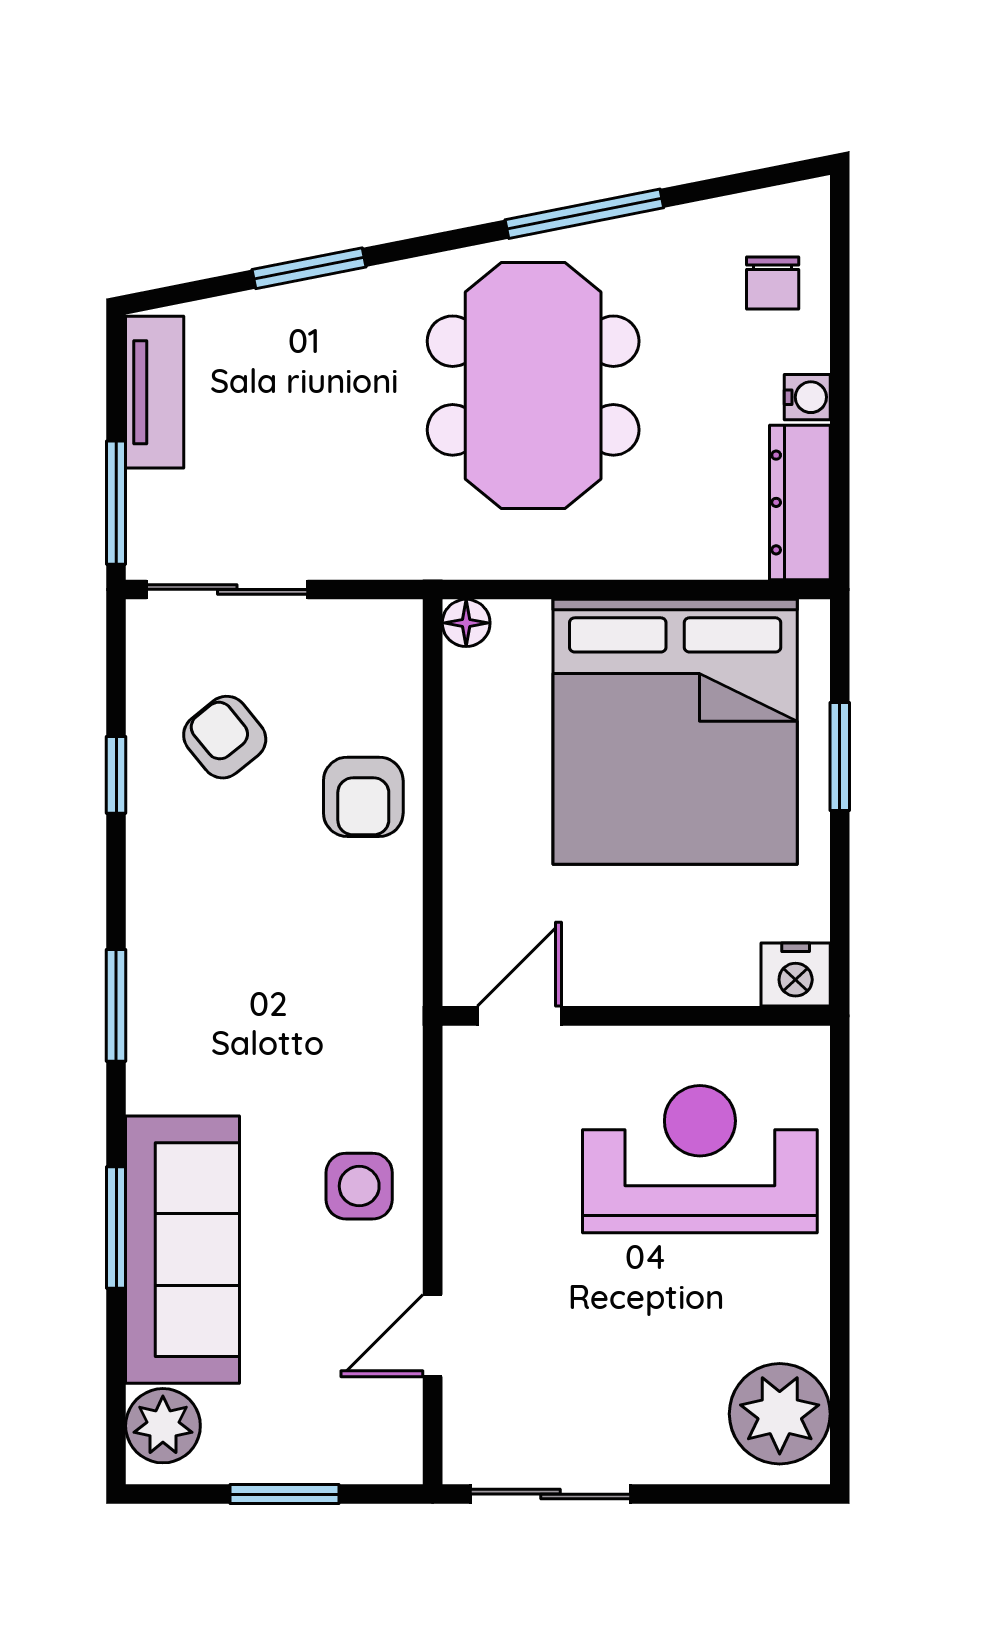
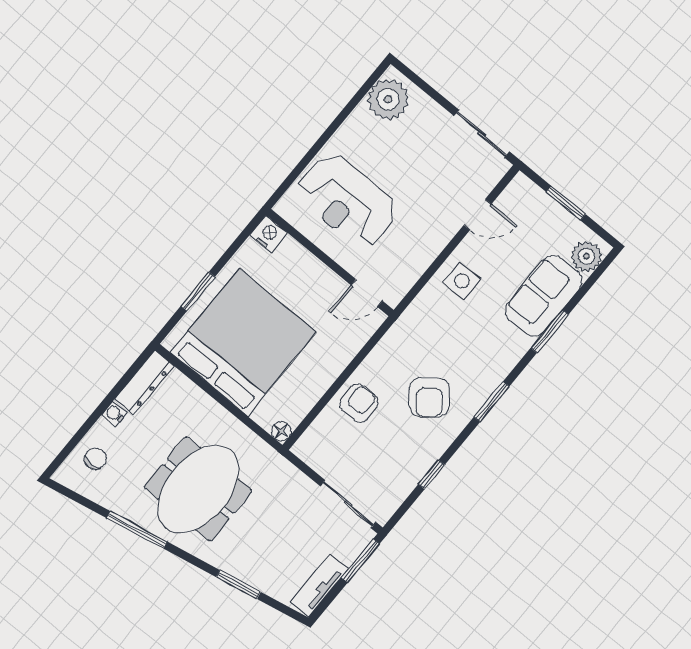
armchair: (225, 737) -> (429, 397), moved, width x1.38, depth x1.38
sofa: (183, 1250) -> (544, 296), width x0.73

